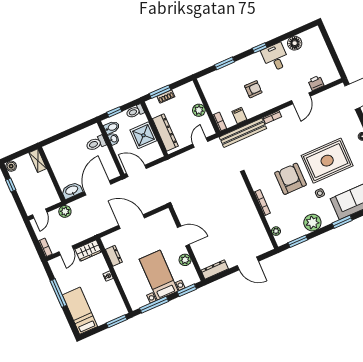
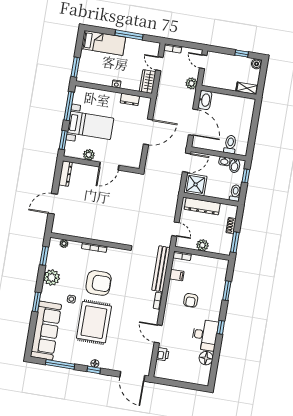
desk: (275, 57) -> (205, 335), width x1.37
window: (160, 92) -> (235, 242), moved
shower: (143, 135) -> (196, 184), moved

